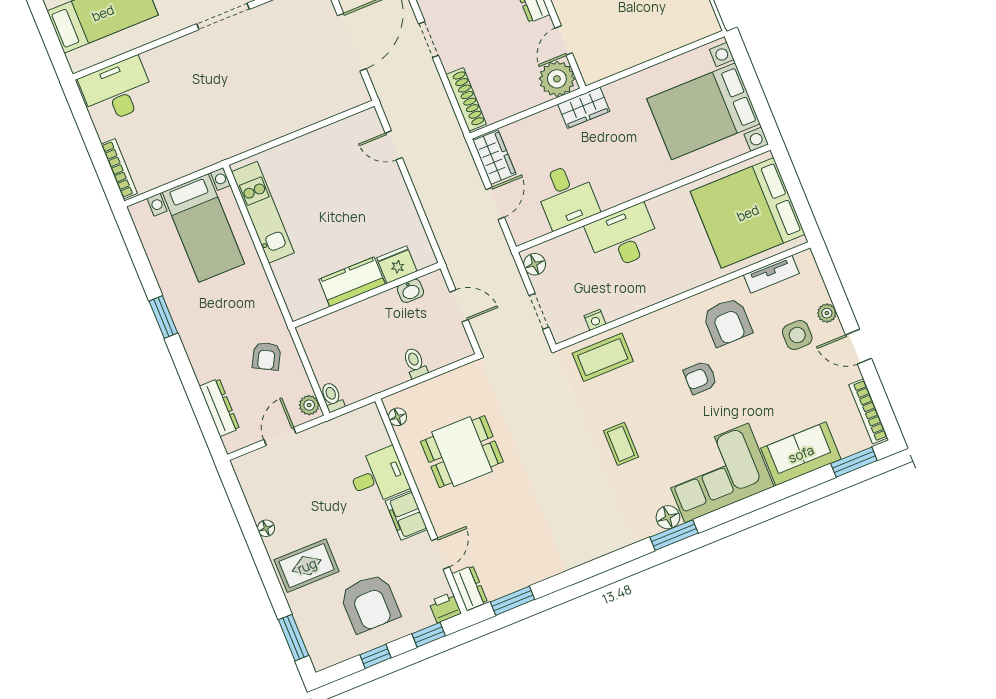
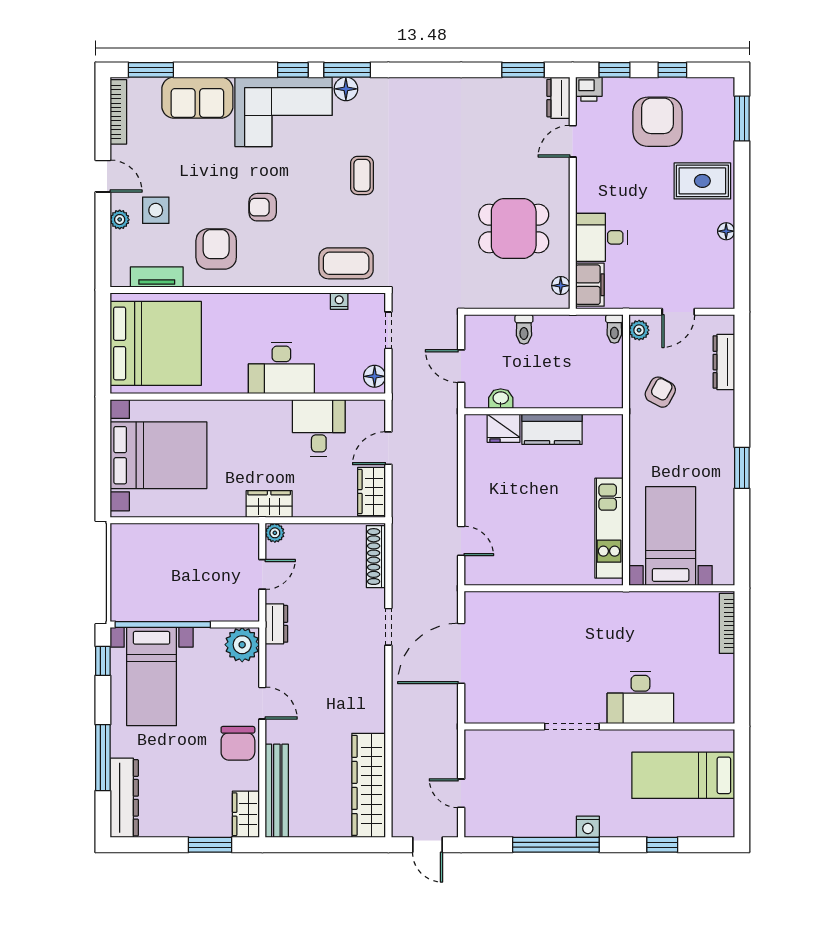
plant: (557, 79) -> (275, 533), width x0.53, depth x0.53
desk: (117, 91) -> (640, 697), moved
armchair: (700, 378) -> (263, 207), turned 180
filing cabinet: (406, 515) -> (590, 285), moved
window: (724, 515) -> (293, 70), added

